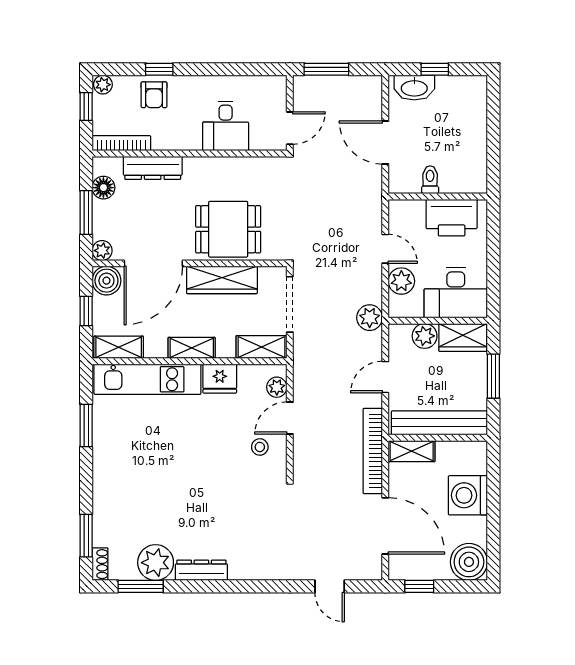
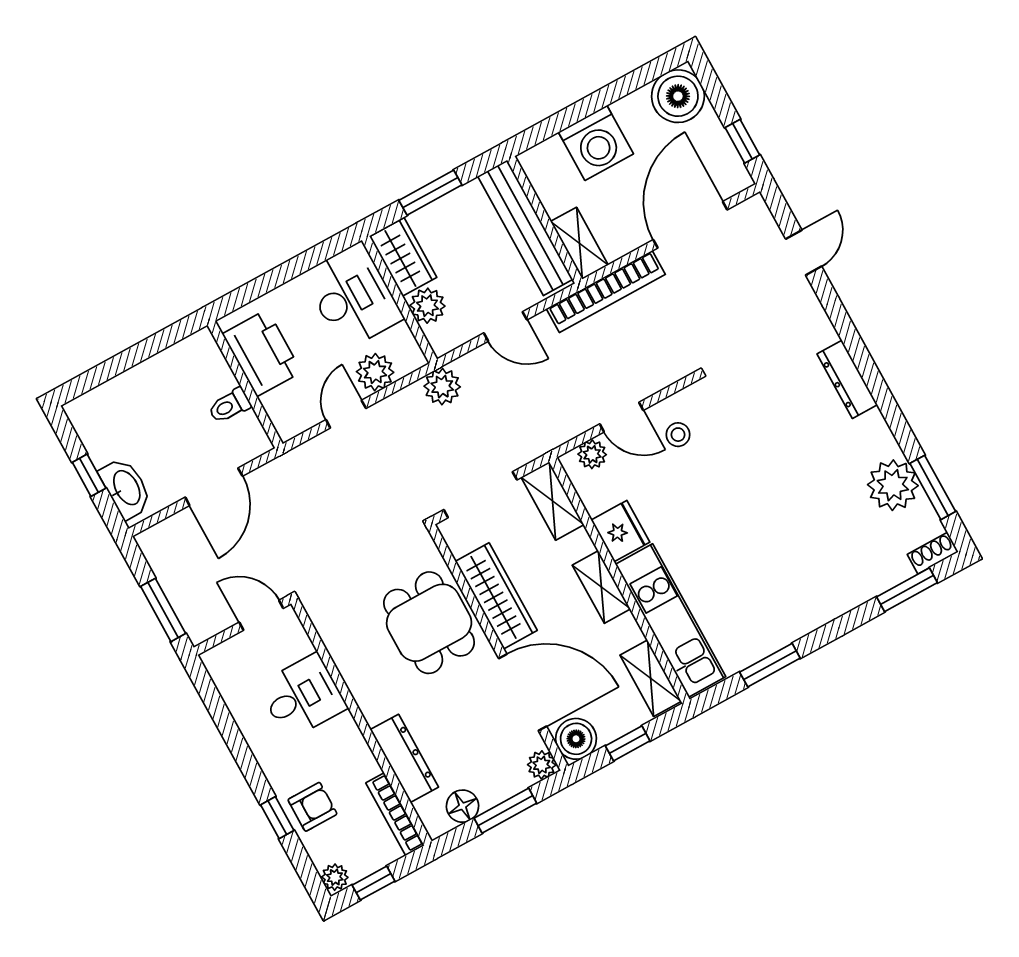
dresser: (201, 570) -> (847, 379), moved

